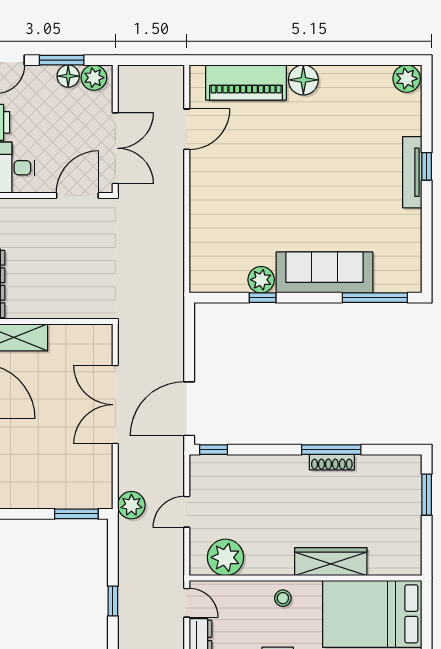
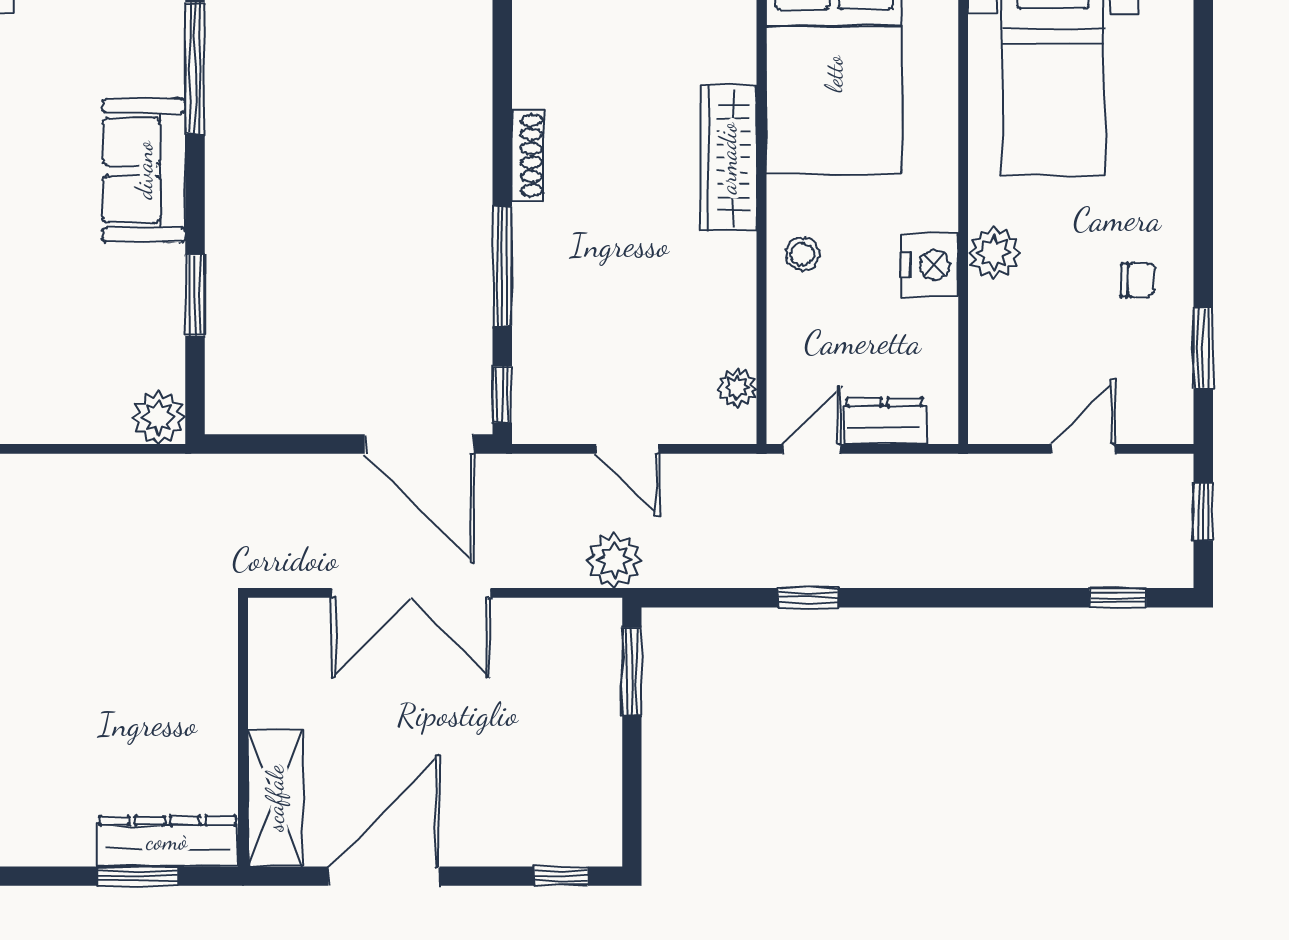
sofa: (324, 272) -> (144, 170), width x0.73
plant: (261, 280) -> (159, 417), moved
window: (263, 298) -> (195, 295), width x1.50
window: (331, 450) -> (502, 266), moved
plant: (226, 557) -> (737, 387), width x0.53, depth x0.53

